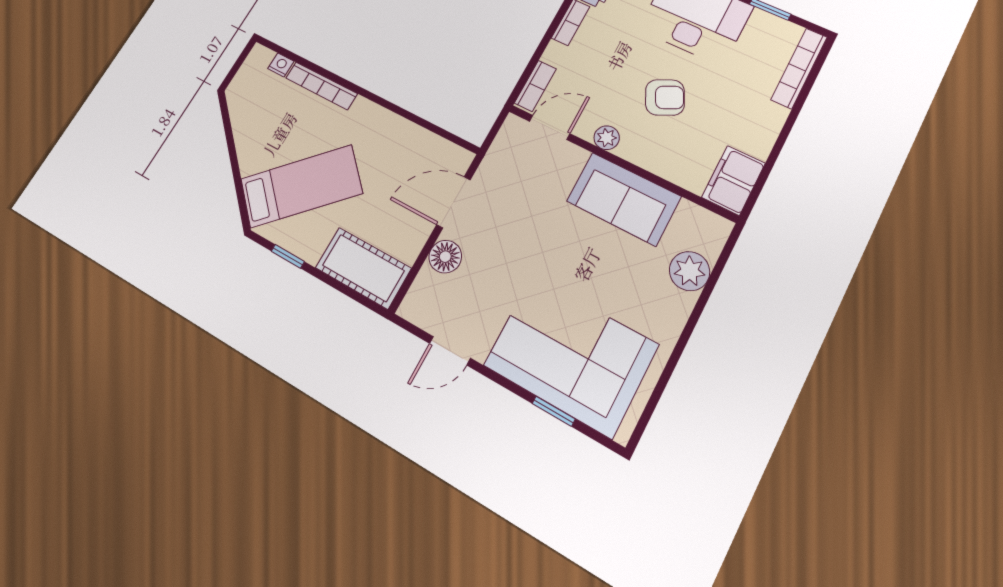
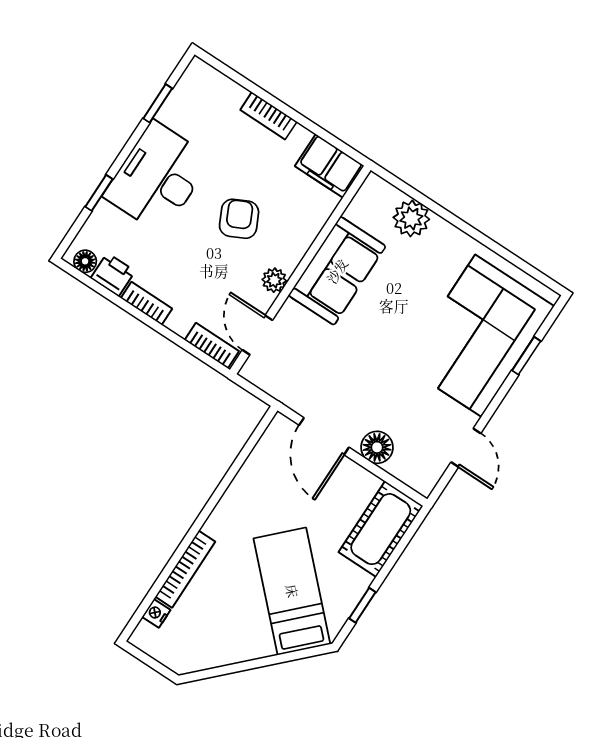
bookcase: (799, 68) -> (269, 116), moved, width x0.64

